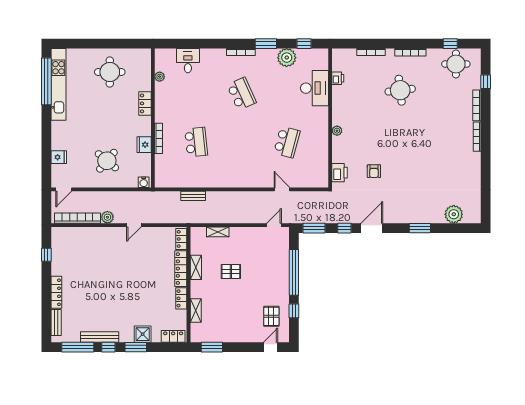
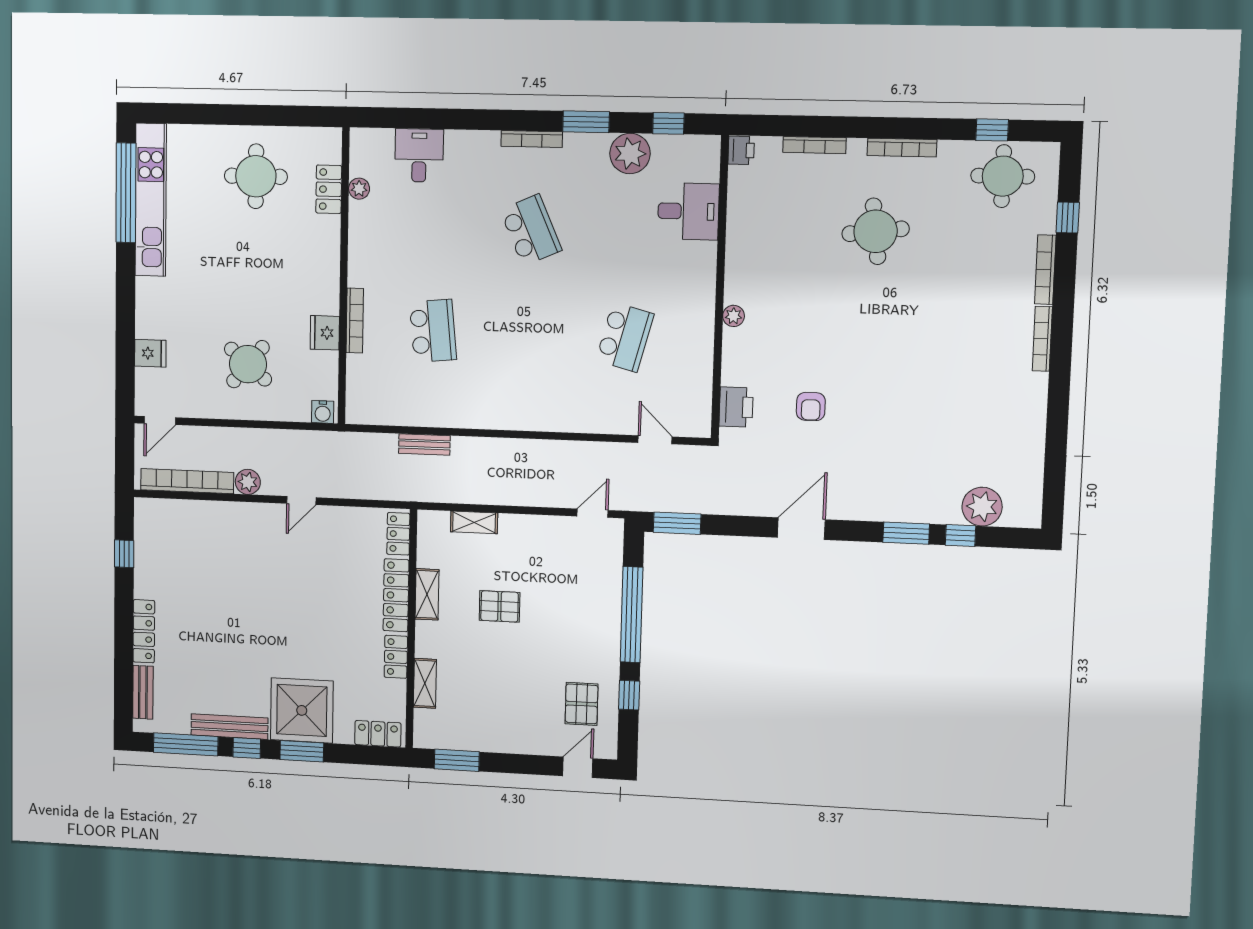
printer: (338, 78) -> (741, 150), moved
desk: (314, 88) -> (688, 211), width x0.73
locker: (145, 103) -> (329, 189), moved
door: (282, 189) -> (655, 440), moved
window: (344, 228) -> (960, 536), moved
shower: (143, 334) -> (302, 710), width x1.86, depth x1.86

